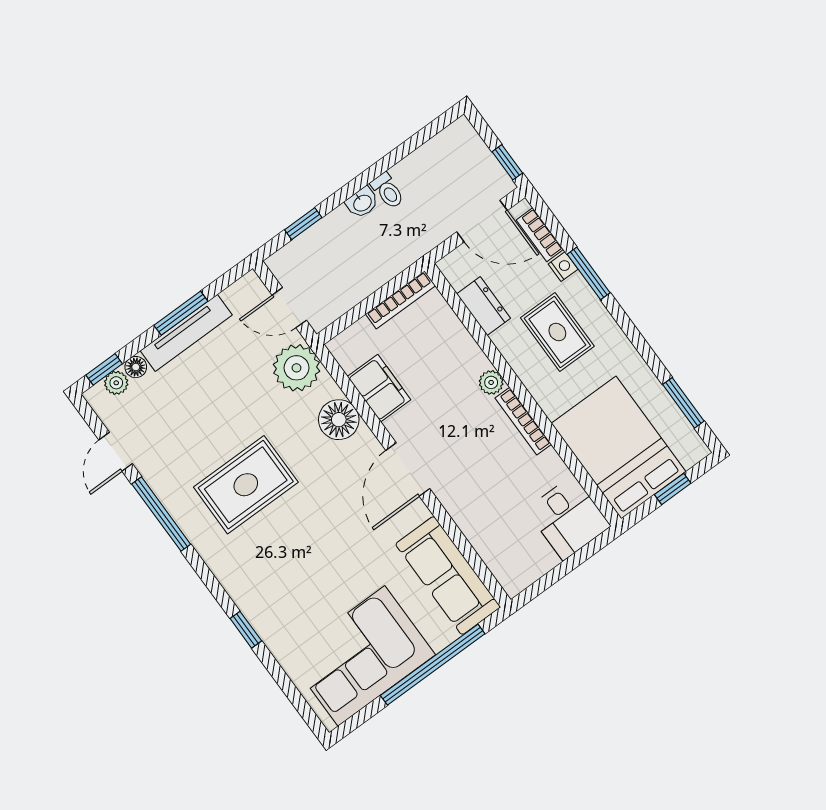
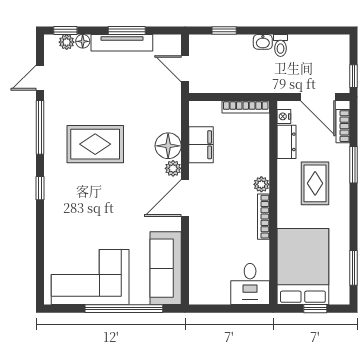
nightstand: (563, 267) -> (284, 116), moved, turned 180
plant: (297, 368) -> (173, 168), moved, width x0.53, depth x0.53
window: (246, 630) -> (40, 188), moved

